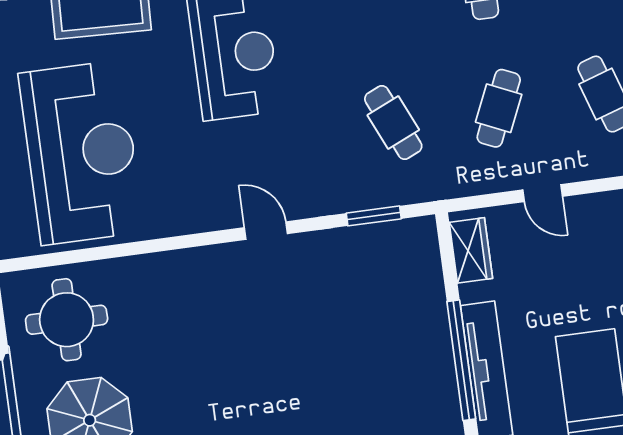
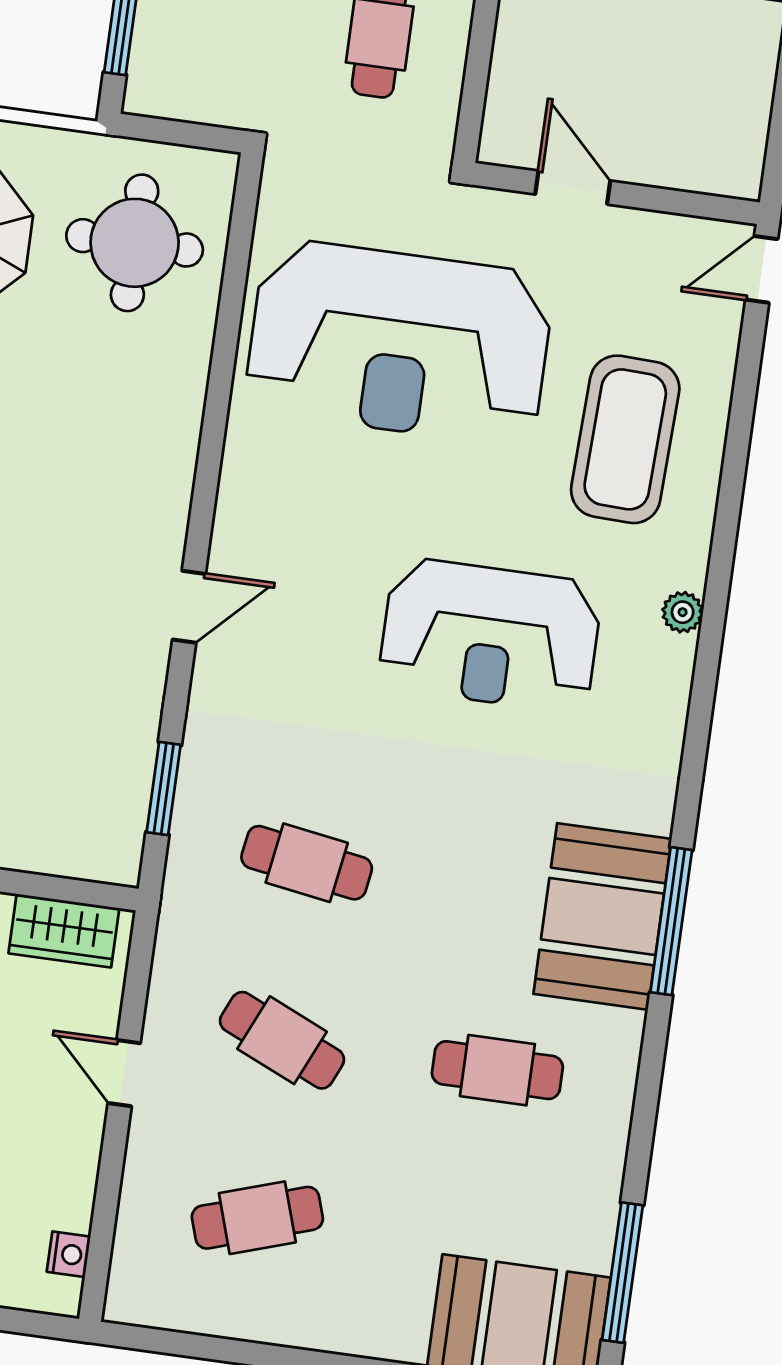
cafe table: (393, 123) -> (307, 863), turned 33
door: (543, 193) -> (124, 1073), hinge flipped

